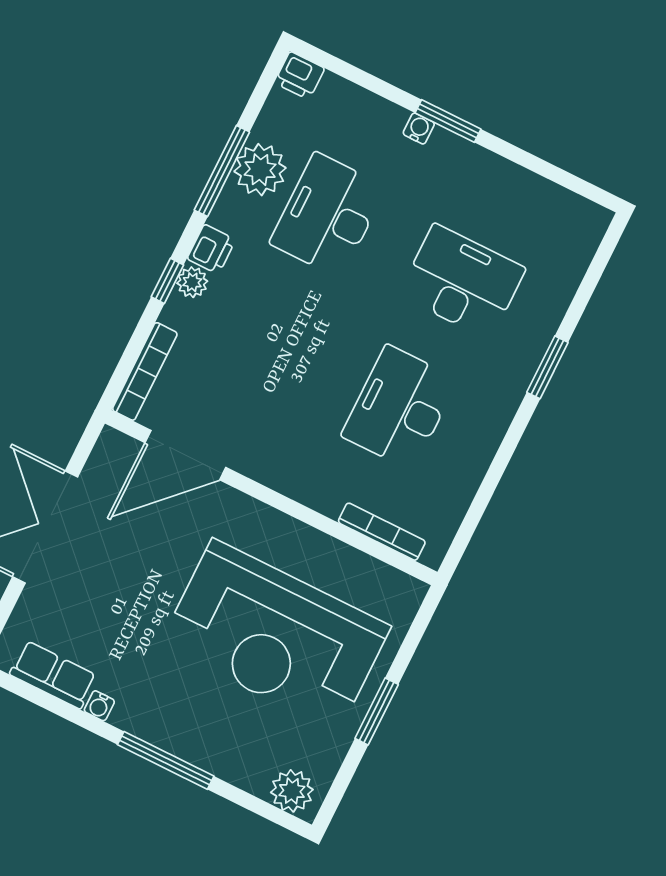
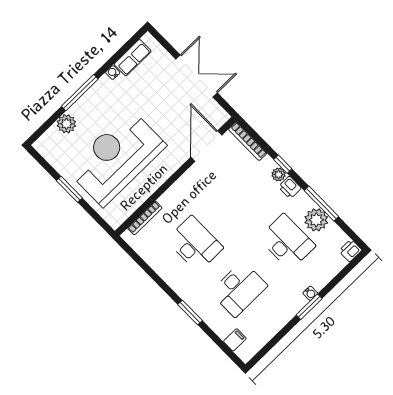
filing cabinet: (572, 253) -> (235, 340), added
plant: (292, 791) -> (66, 124), moved

